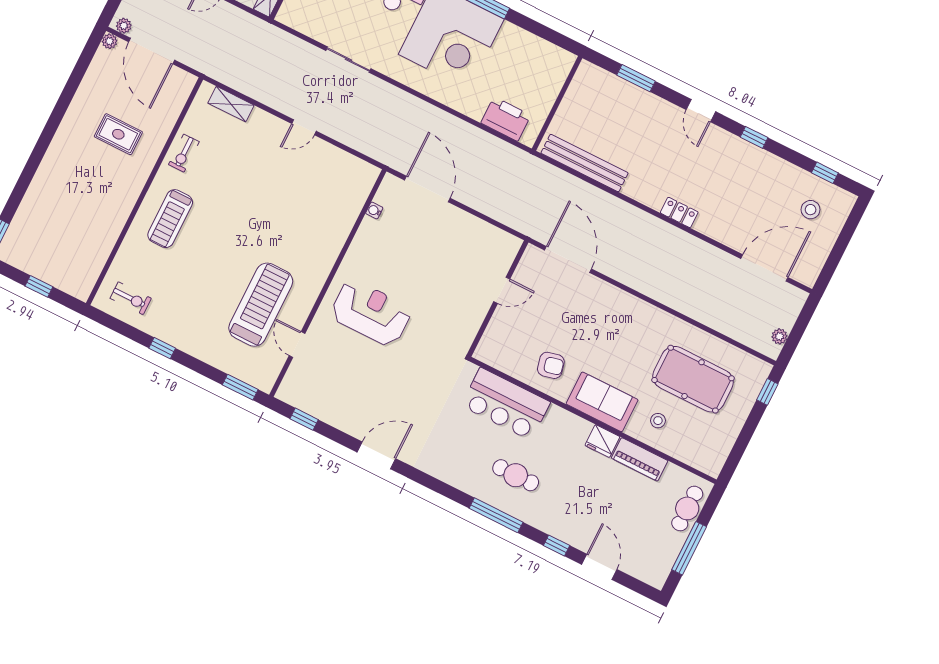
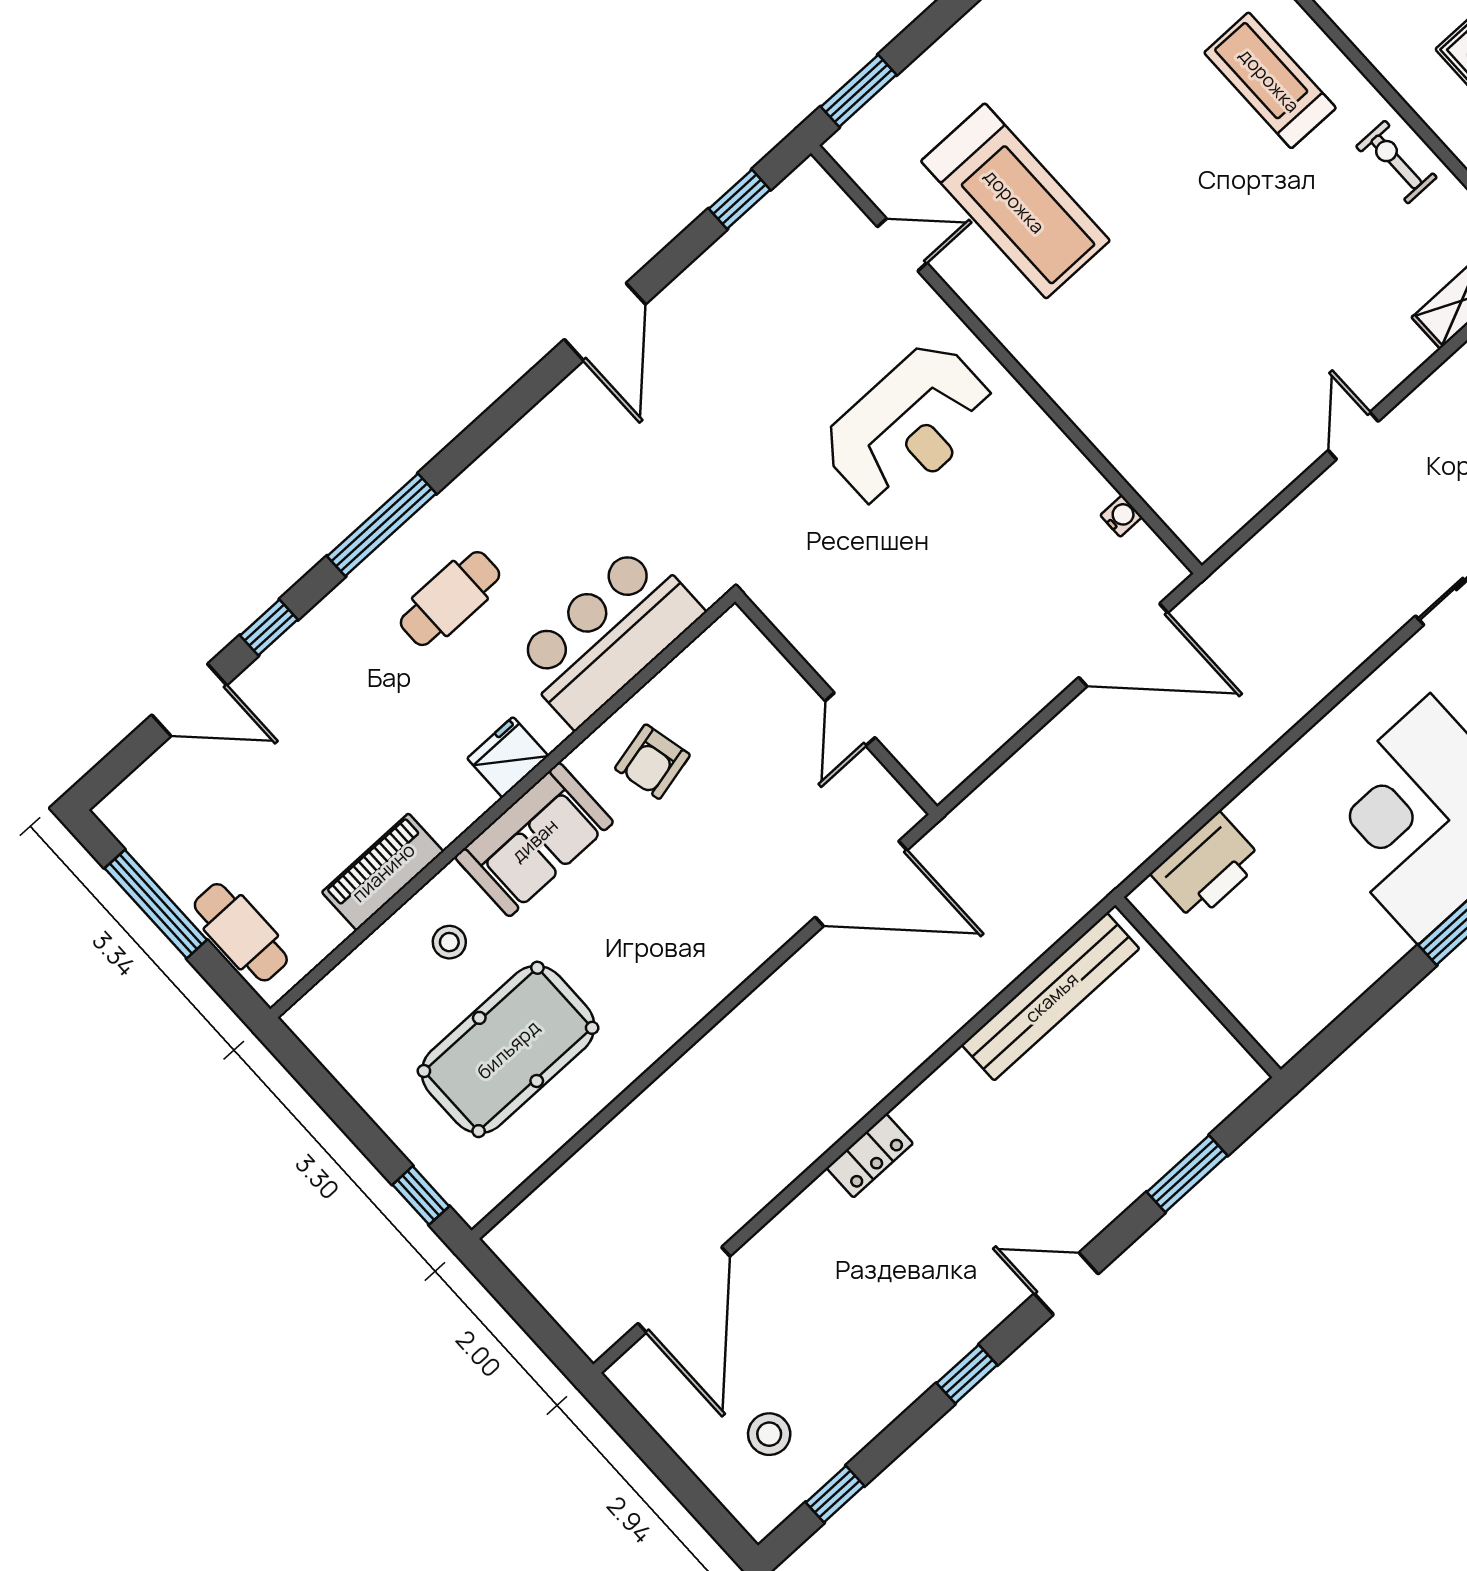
plant: (779, 336) -> (528, 1266), removed
fridge: (602, 441) -> (508, 757), moved

